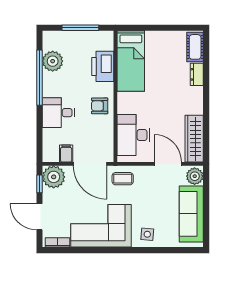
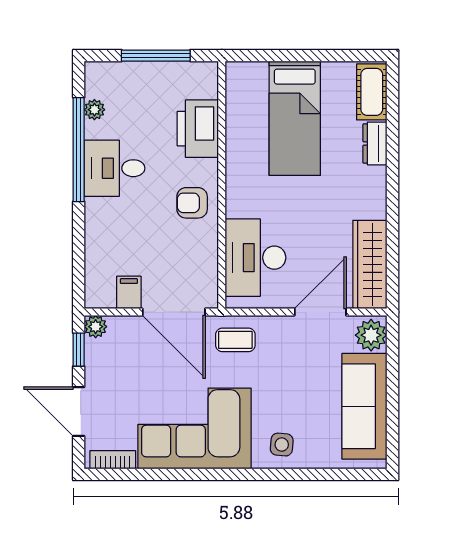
plant: (53, 61) -> (94, 110), width x0.53, depth x0.53
bed: (131, 61) -> (295, 118), moved
desk: (58, 113) -> (115, 168), moved
door: (168, 164) -> (320, 312), hinge flipped
plant: (54, 177) -> (96, 327), width x0.53, depth x0.53

